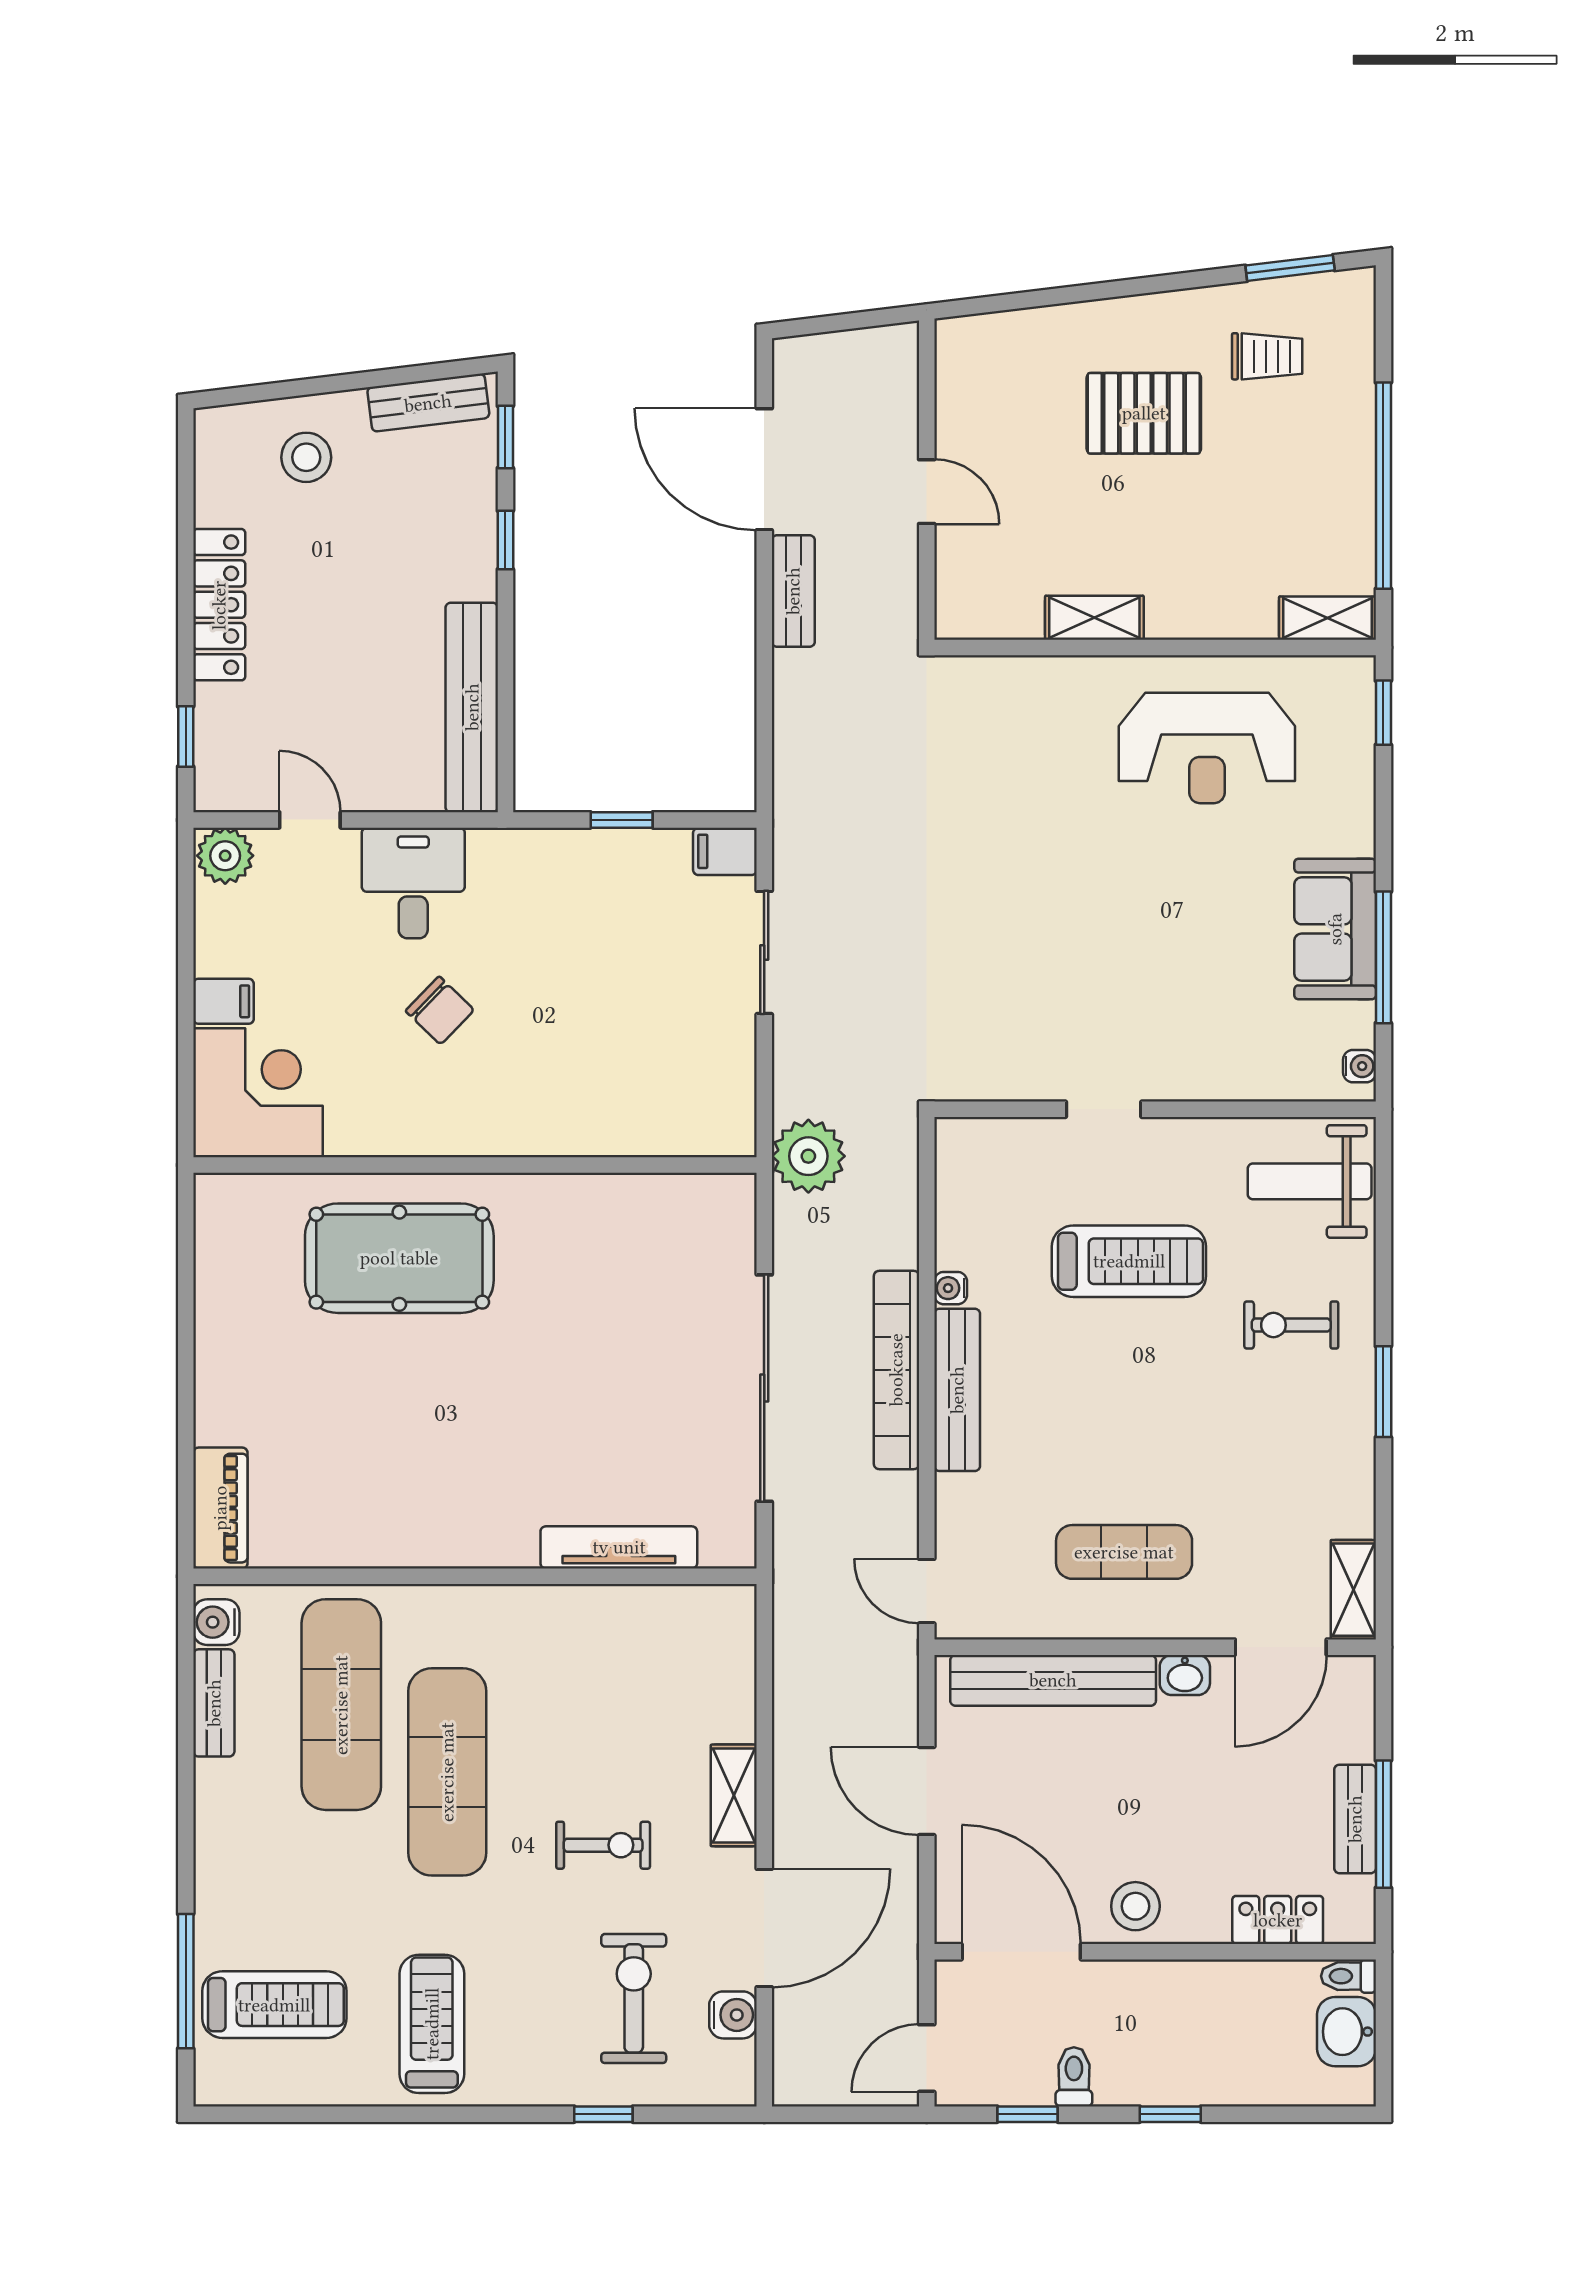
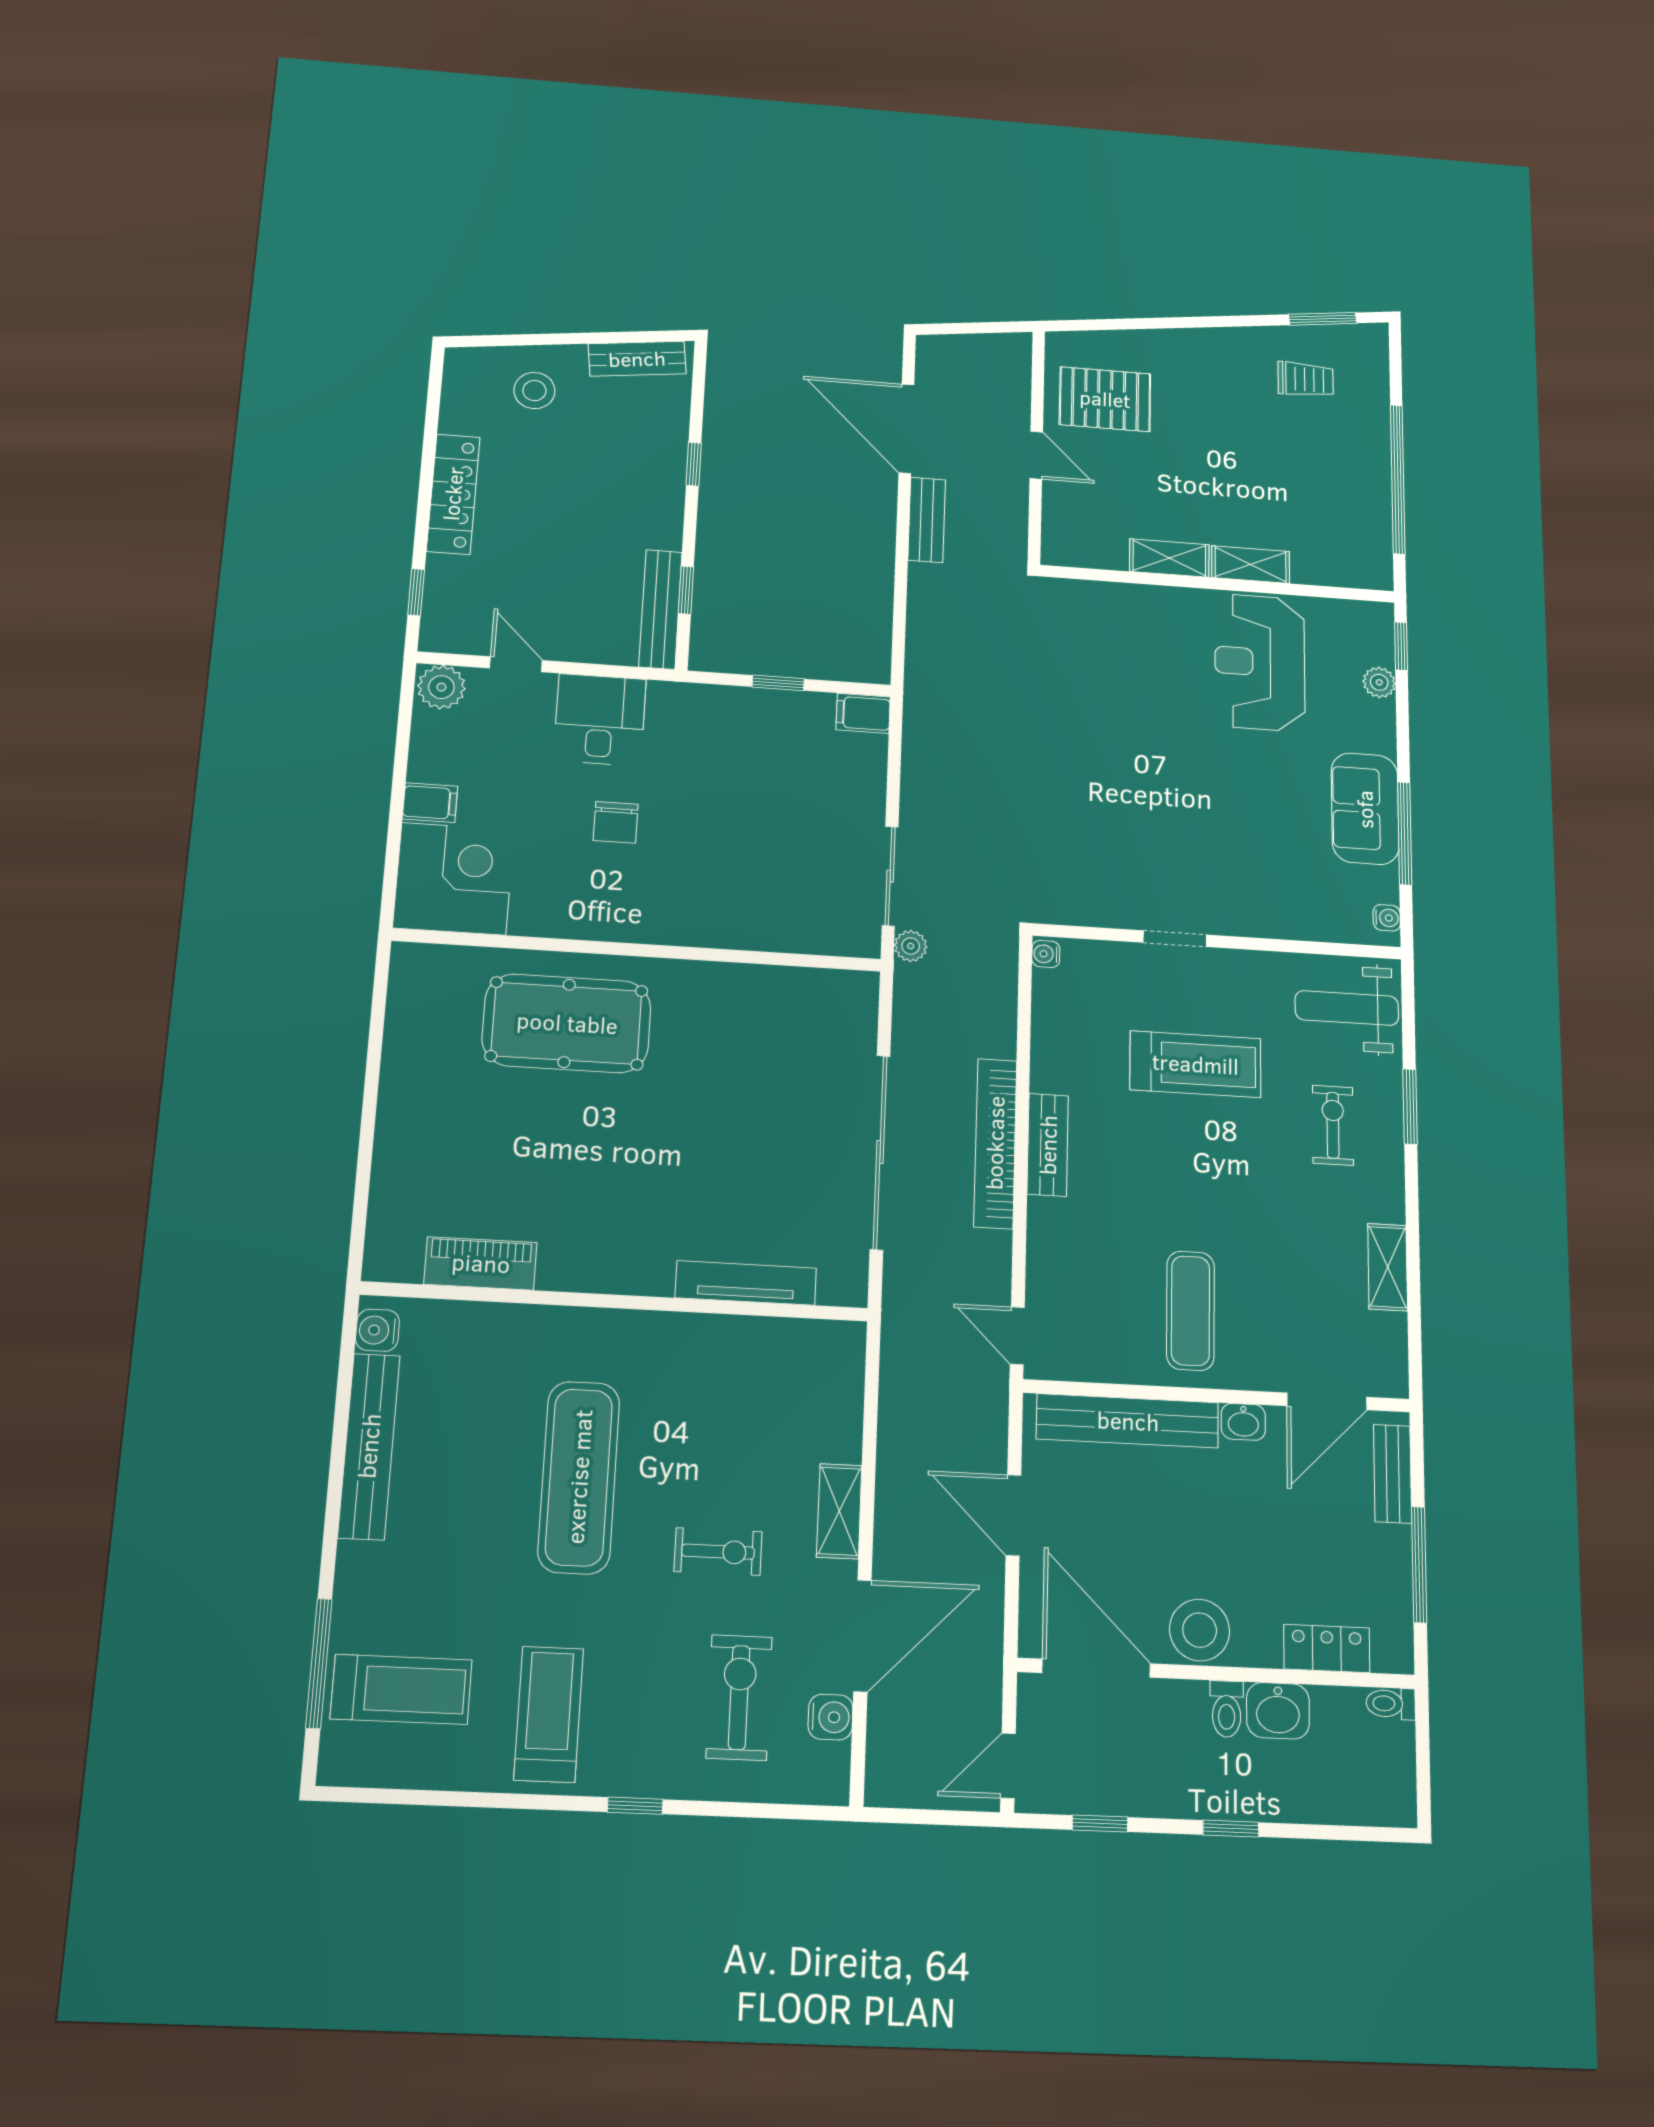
pallet: (1144, 413) -> (1105, 399), moved
window: (505, 437) -> (686, 590), moved
shelving: (1327, 618) -> (1251, 565), moved
bench: (472, 707) -> (660, 609), width x0.73, depth x0.82
reception desk: (1207, 748) -> (1260, 662), turned 90
plant: (1355, 763) -> (1379, 682), added
sliding door: (764, 952) -> (890, 876), moved
chair: (440, 1010) -> (616, 822), turned 46
plant: (808, 1156) -> (911, 946), width x0.53, depth x0.53
water cooler: (951, 1288) -> (1046, 954), moved
exercise bike: (1291, 1325) -> (1333, 1125), turned 90
bench: (957, 1390) -> (1048, 1145), width x0.73
window: (1383, 1392) -> (1410, 1107), moved
piano: (220, 1508) -> (481, 1263), moved, turned -90
exercise mat: (1124, 1552) -> (1190, 1311), turned 90
shelving: (1353, 1590) -> (1388, 1267), moved
bench: (214, 1703) -> (369, 1446), width x1.86, depth x1.21
exercise mat: (341, 1705) -> (486, 1411), removed
bench: (1355, 1819) -> (1393, 1474), moved
stool: (1135, 1906) -> (1200, 1630), width x1.38, depth x1.38
washbasin: (1346, 2032) -> (1278, 1711), moved, turned -90
toilet: (1074, 2077) -> (1227, 1709), moved, turned 180
window: (603, 2114) -> (635, 1806), moved

